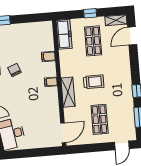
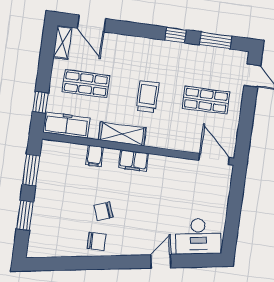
window: (90, 13) -> (40, 102), moved
window: (30, 18) -> (31, 170), added
filing cabinet: (51, 82) -> (133, 161), width x2.00
shelving: (68, 92) -> (122, 134), moved

